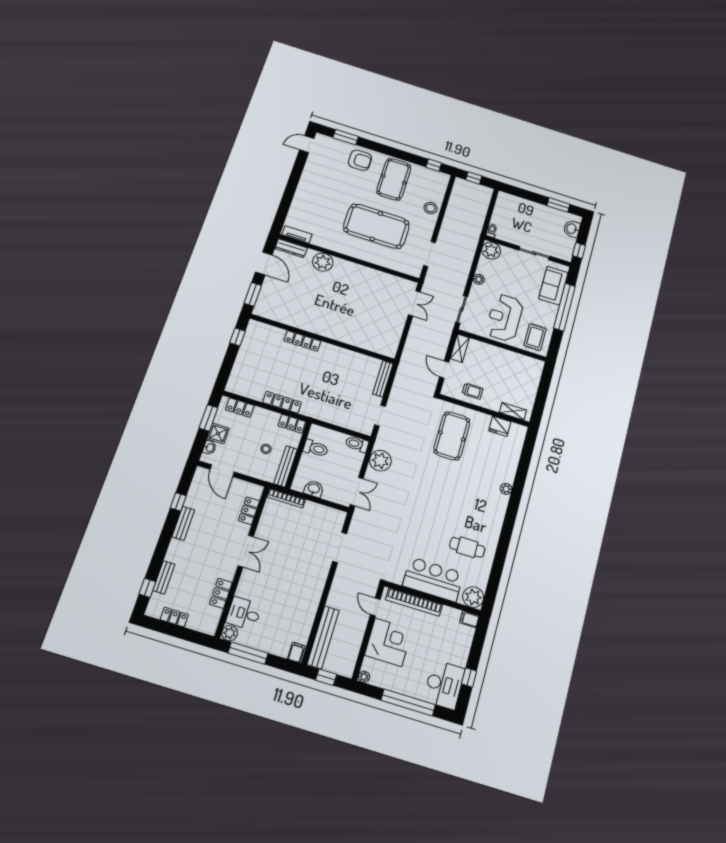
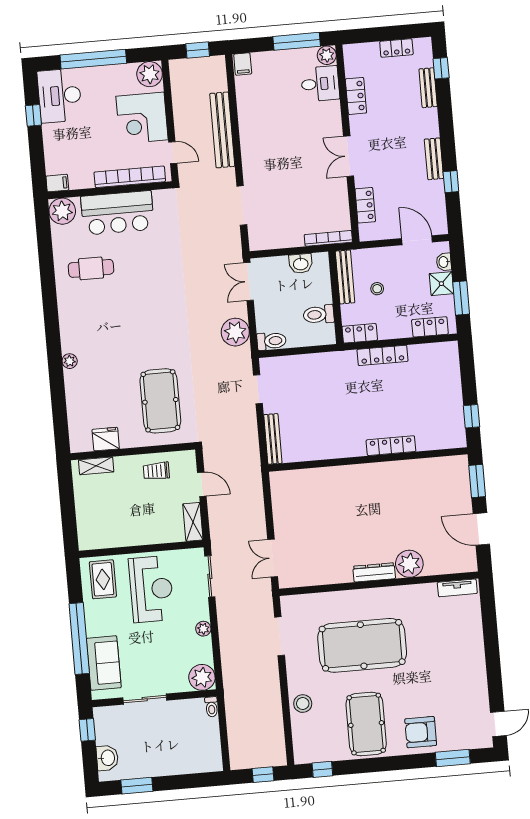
dresser: (291, 248) -> (374, 572), moved
bench: (323, 637) -> (222, 130), moved
plant: (364, 677) -> (150, 74), width x1.88, depth x1.88

